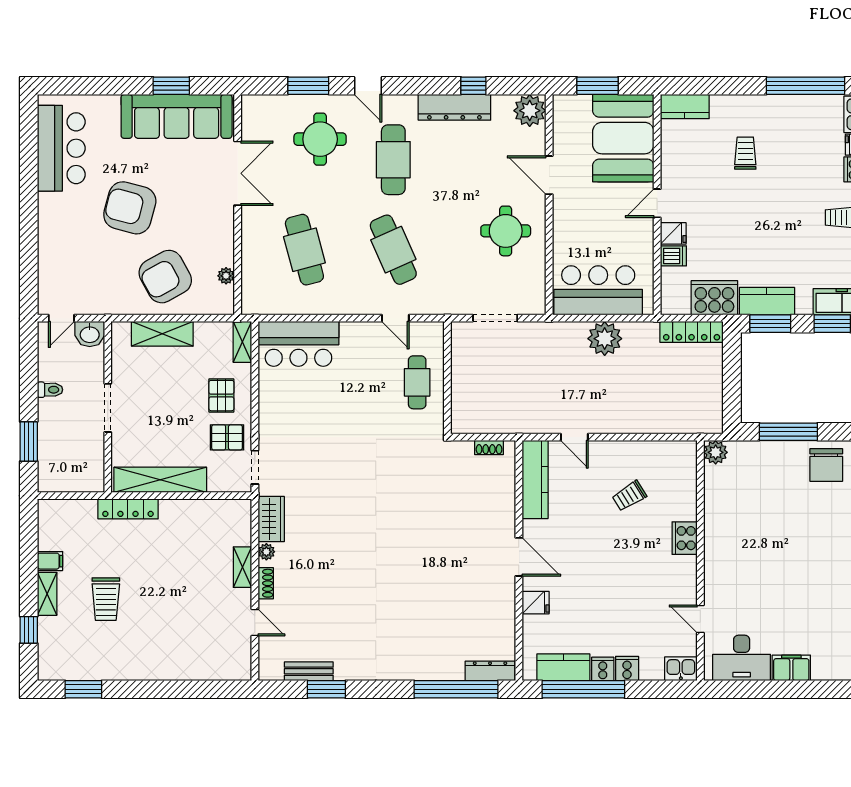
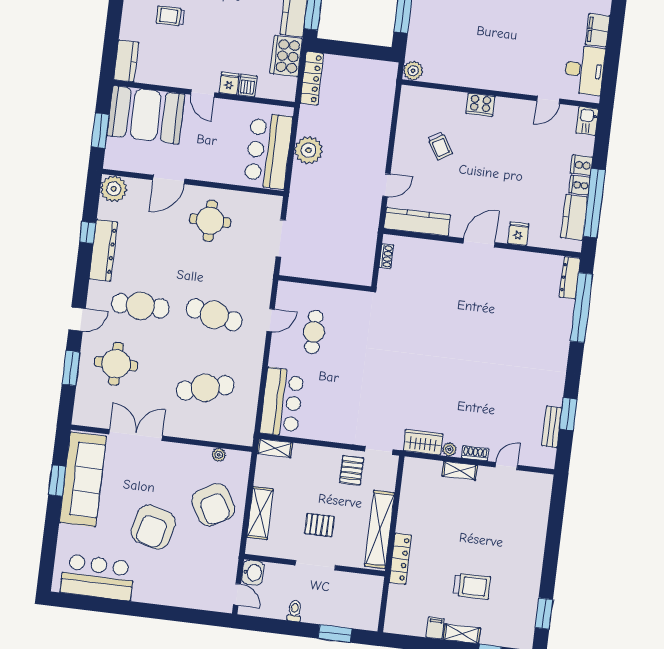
cafe table: (393, 250) -> (214, 315), turned 36
cafe table: (417, 382) -> (314, 332), moved, turned 90
pallet: (221, 396) -> (319, 525), moved

